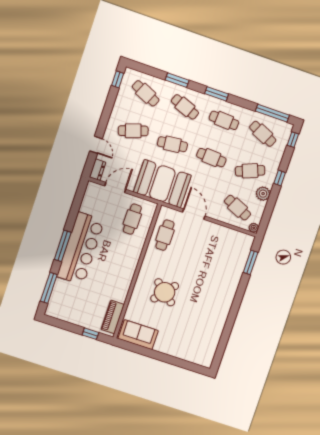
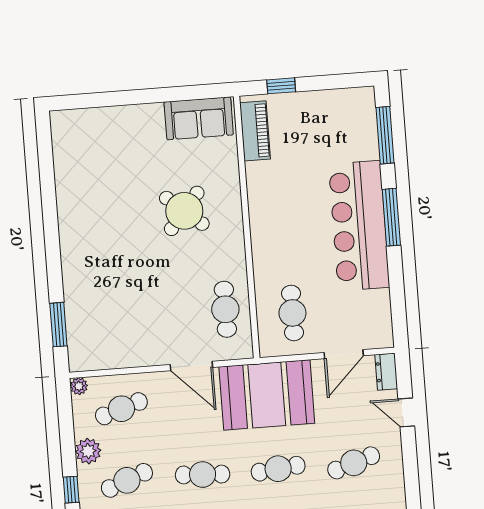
cafe table: (238, 208) -> (121, 409), turned -42

